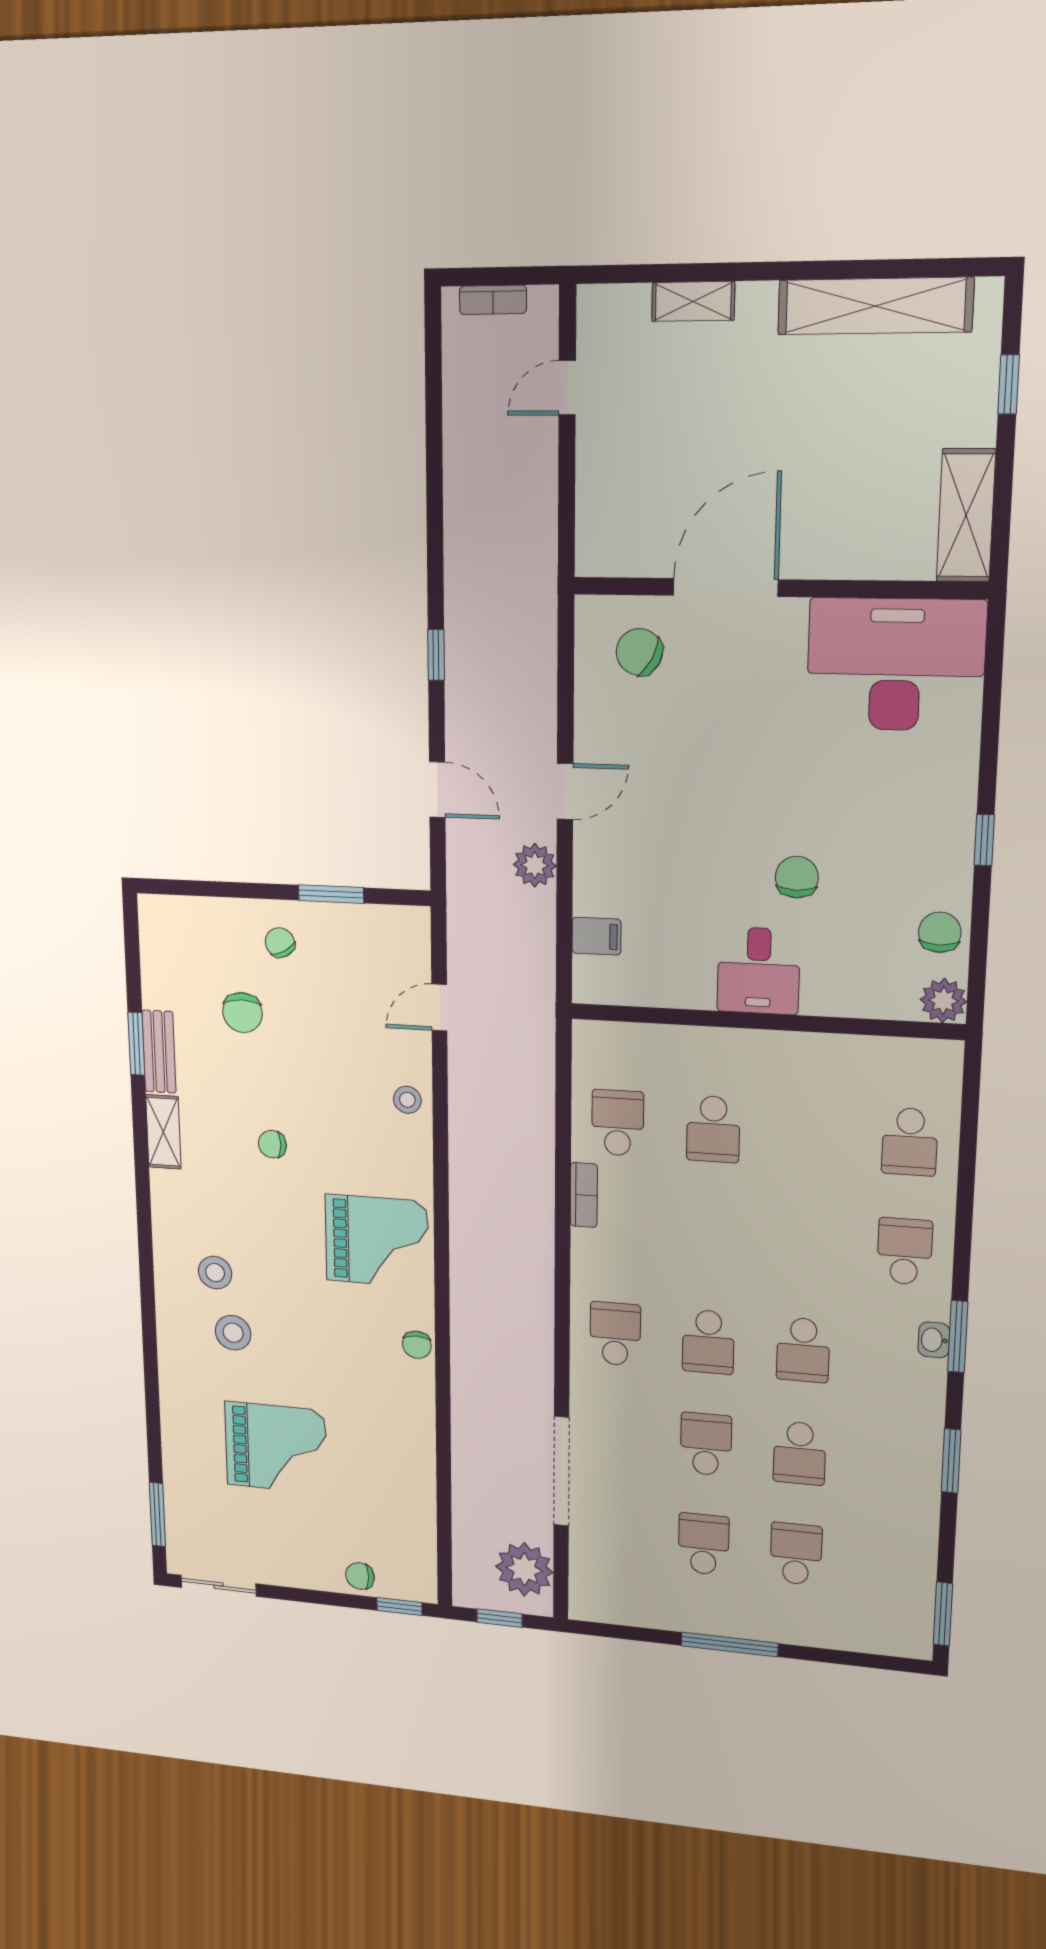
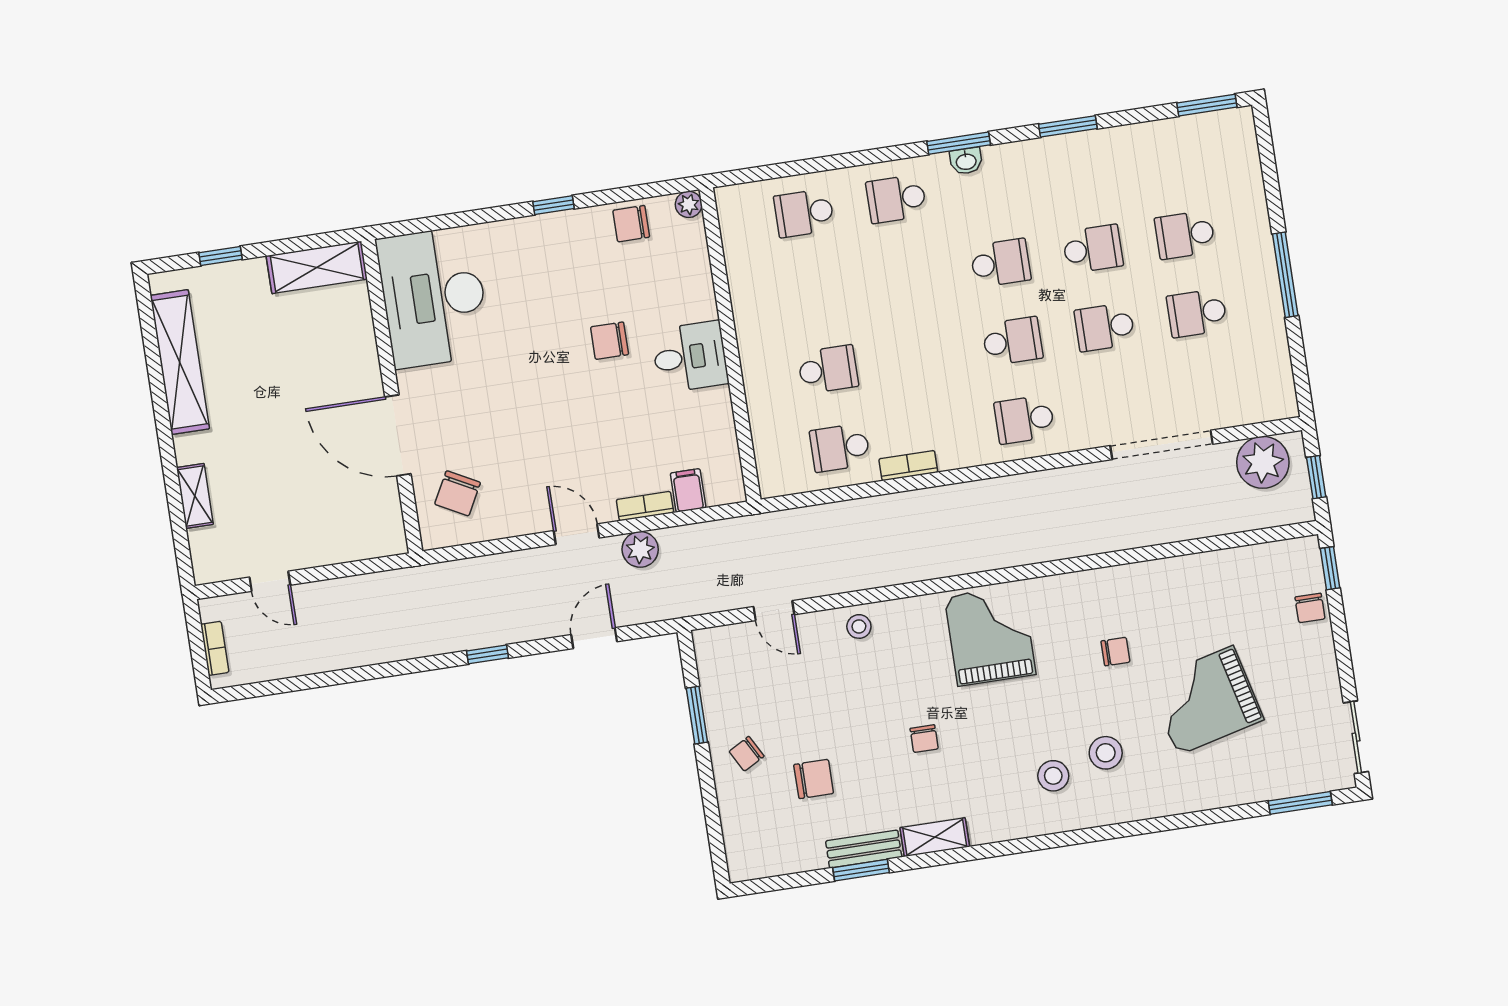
bookcase: (586, 881) -> (645, 506), added
plant: (943, 1001) -> (689, 204), width x0.73, depth x0.73
school desk: (910, 1142) -> (804, 213), turned 180
chair: (417, 1345) -> (1116, 652), moved
grand piano: (276, 1448) -> (1205, 700), turned -104

